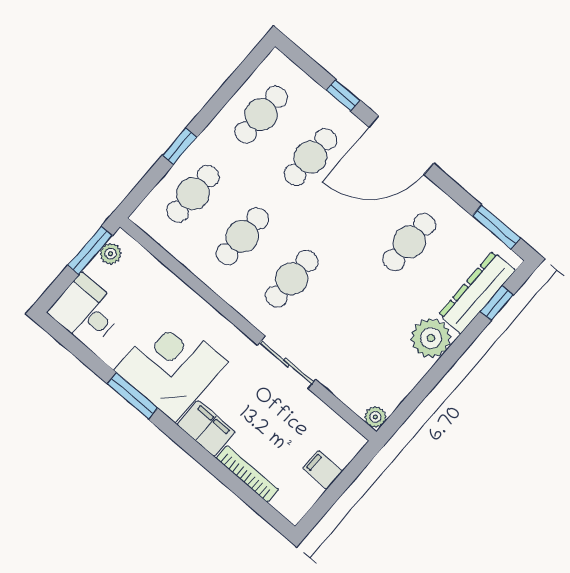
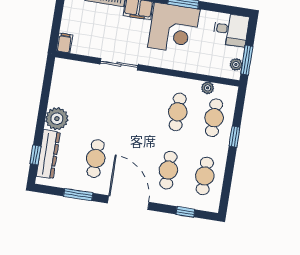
window: (343, 95) -> (185, 212), moved
door: (401, 145) -> (128, 203), hinge flipped
window: (496, 227) -> (78, 195), moved
cafe table: (292, 279) -> (141, 106), removed
plant: (375, 417) -> (208, 88), moved
filing cabinet: (323, 470) -> (64, 43), moved, turned -90

